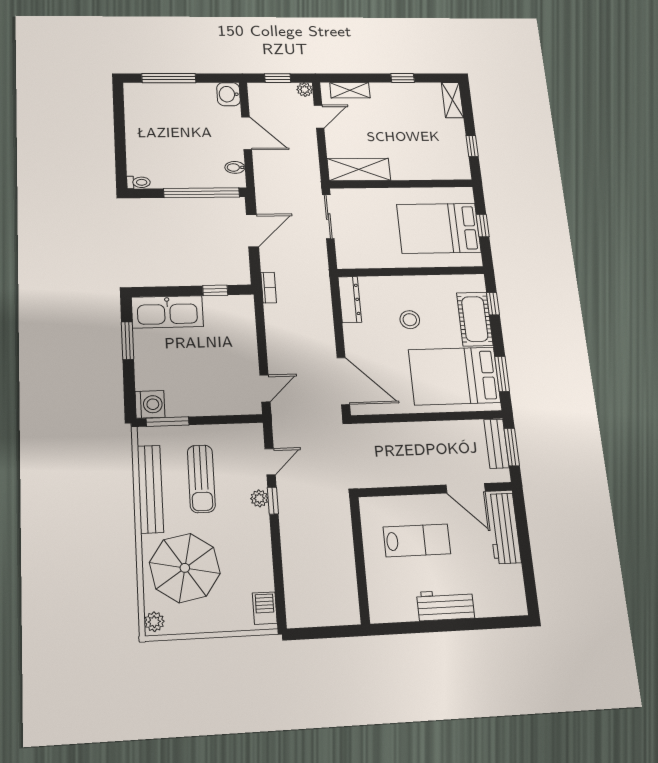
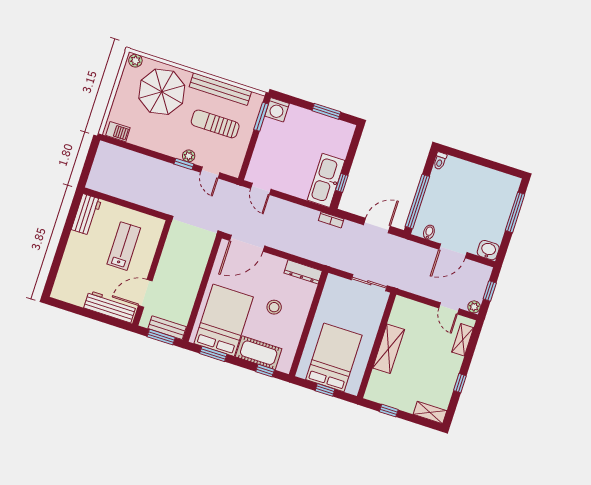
shelving: (359, 169) -> (389, 349), moved
door: (252, 231) -> (377, 226), swing flipped
kitchen sink: (167, 312) -> (326, 180), moved
lab bench: (417, 540) -> (124, 246), turned 180
workbench: (446, 605) -> (86, 214), moved

